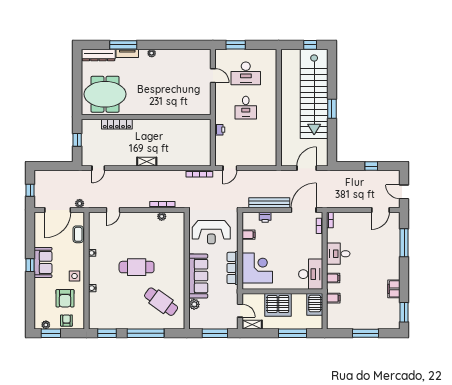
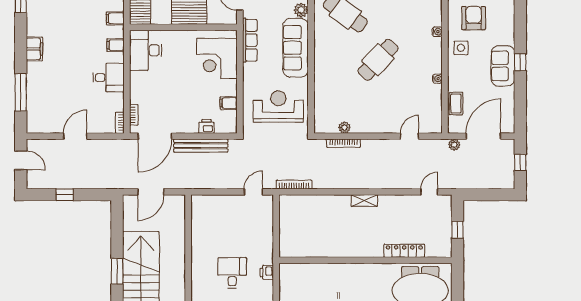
printer: (220, 130) -> (267, 272), moved
door: (380, 210) -> (75, 136), moved
cafe table: (137, 267) -> (378, 60), turned -47
row of seats: (233, 268) -> (250, 40), moved
filing cabinet: (394, 289) -> (34, 49), moved

